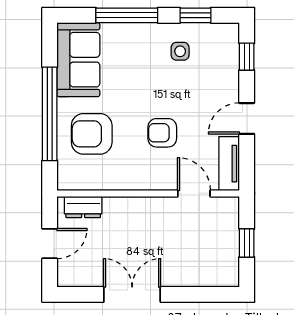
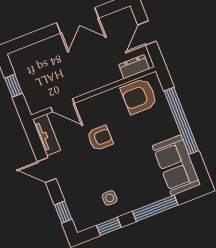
door: (247, 118) -> (47, 170), swing flipped
armchair: (92, 134) -> (139, 96), moved, turned 180

